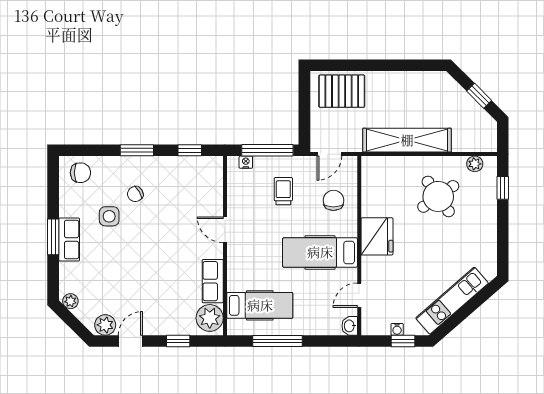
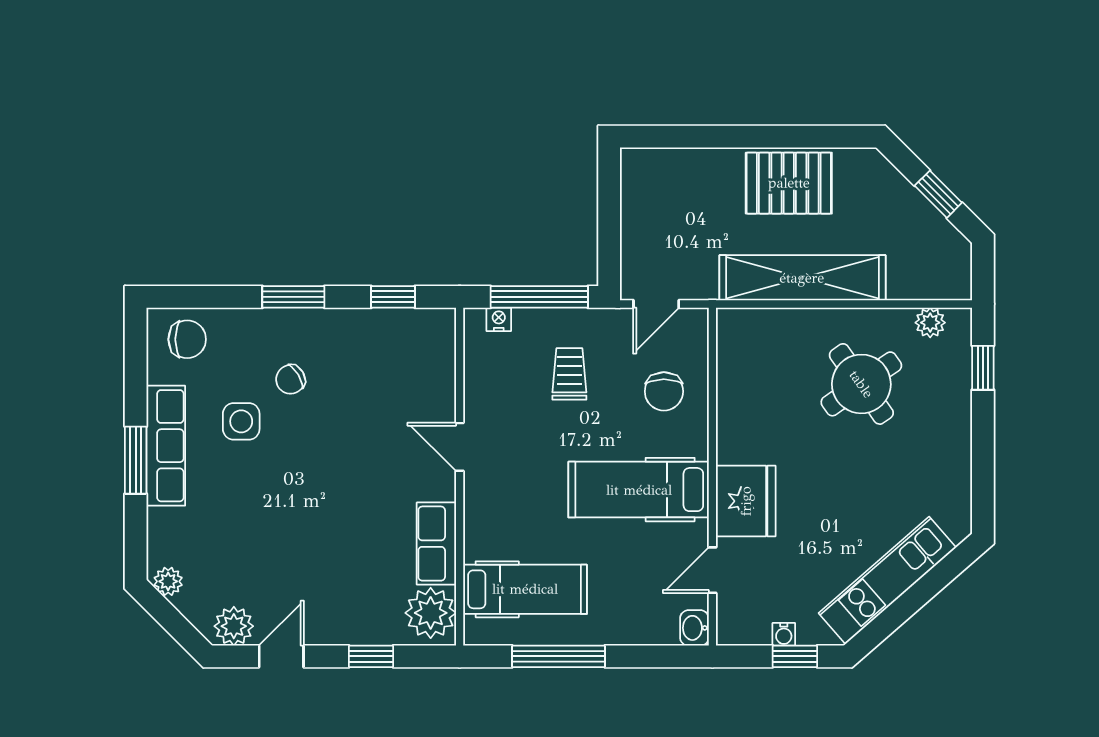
pallet: (342, 91) -> (789, 183), moved
chair: (333, 200) -> (664, 391), turned 180
fridge: (377, 236) -> (746, 501), moved
row of seats: (69, 240) -> (166, 446), width x1.48

